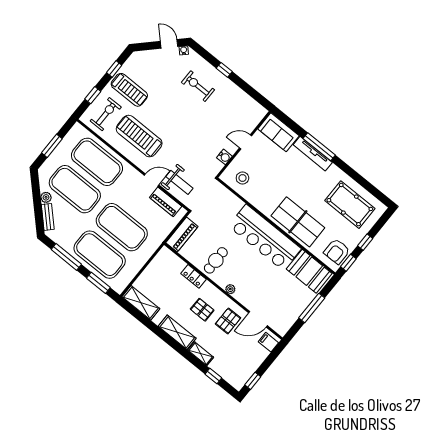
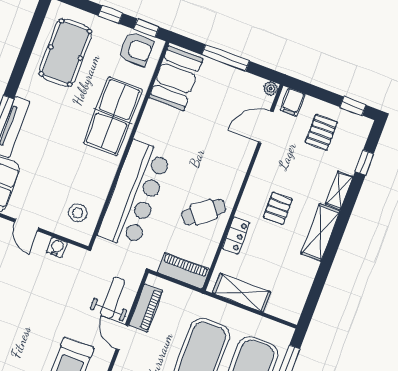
bar counter: (265, 237) -> (135, 194), moved
cafe table: (216, 260) -> (204, 212), turned -39
plant: (230, 289) -> (271, 88), moved
shelving: (141, 303) -> (242, 293), moved, turned 90
door: (258, 319) -> (266, 127), swing flipped
pallet: (228, 321) -> (321, 132), moved, turned 90

